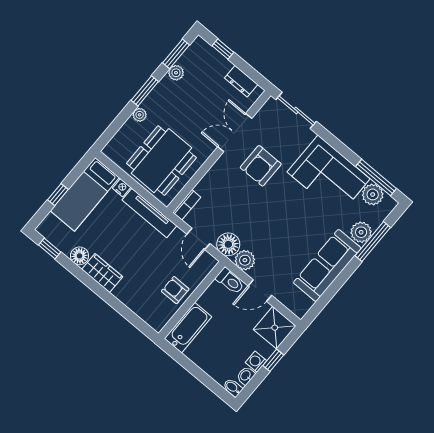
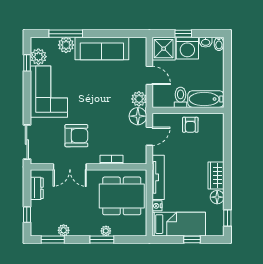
window: (145, 91) -> (102, 240), moved
window: (376, 178) -> (27, 63), width x0.46
bookcase: (187, 205) -> (112, 160), moved
toilet: (230, 281) -> (181, 97), moved
washing machine: (256, 362) -> (187, 48), width x1.89, depth x1.89

